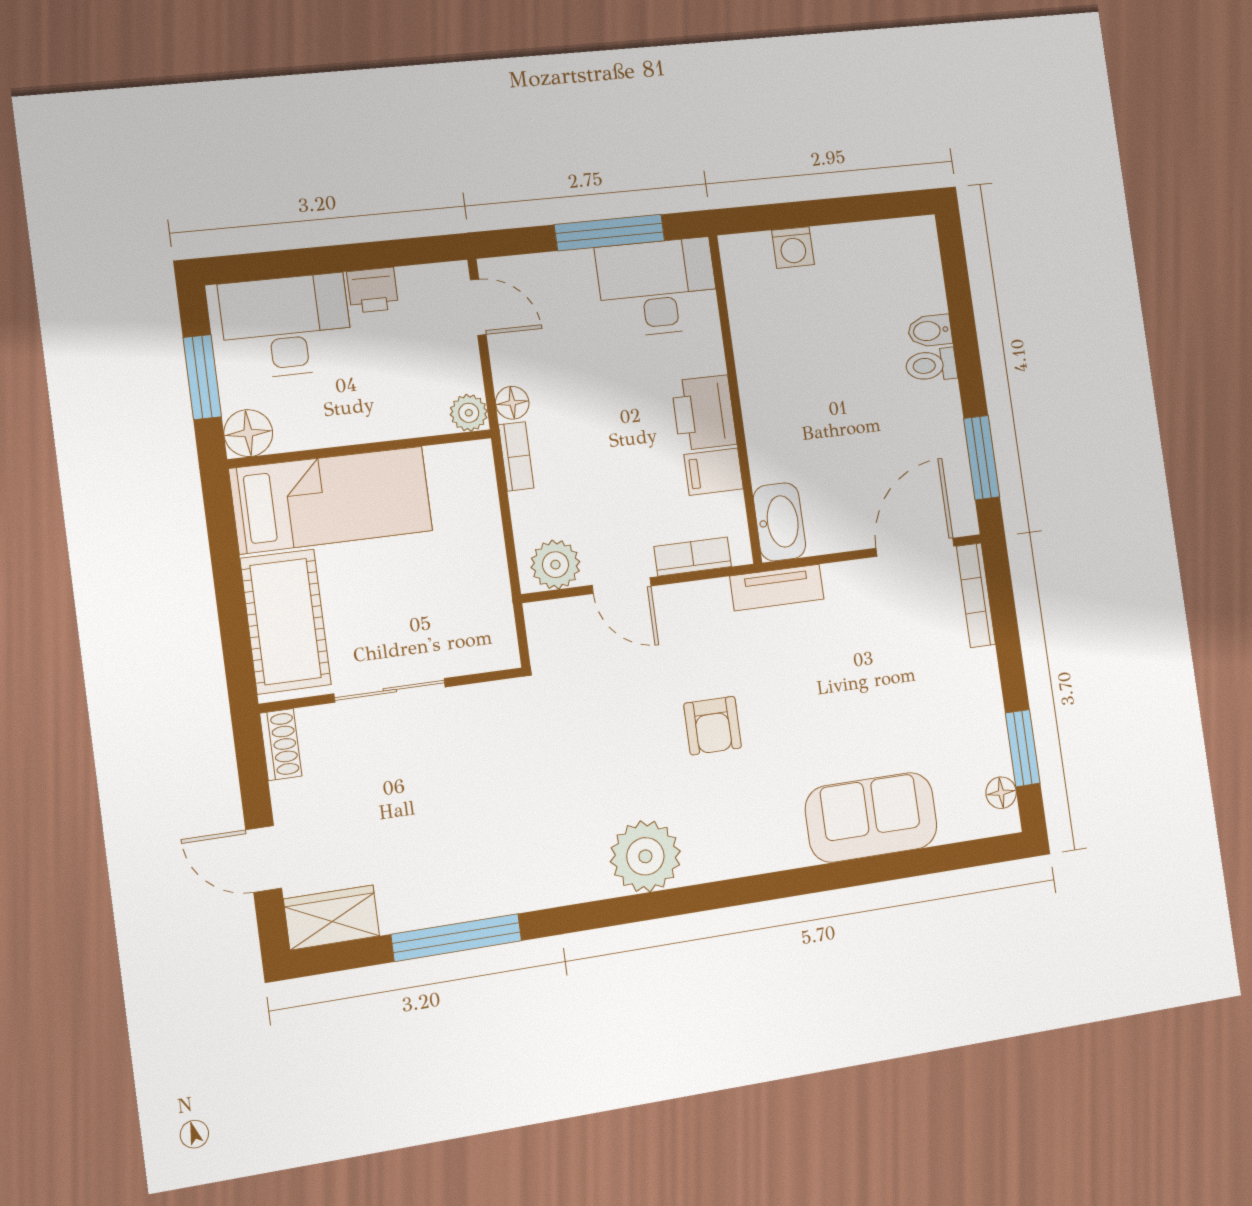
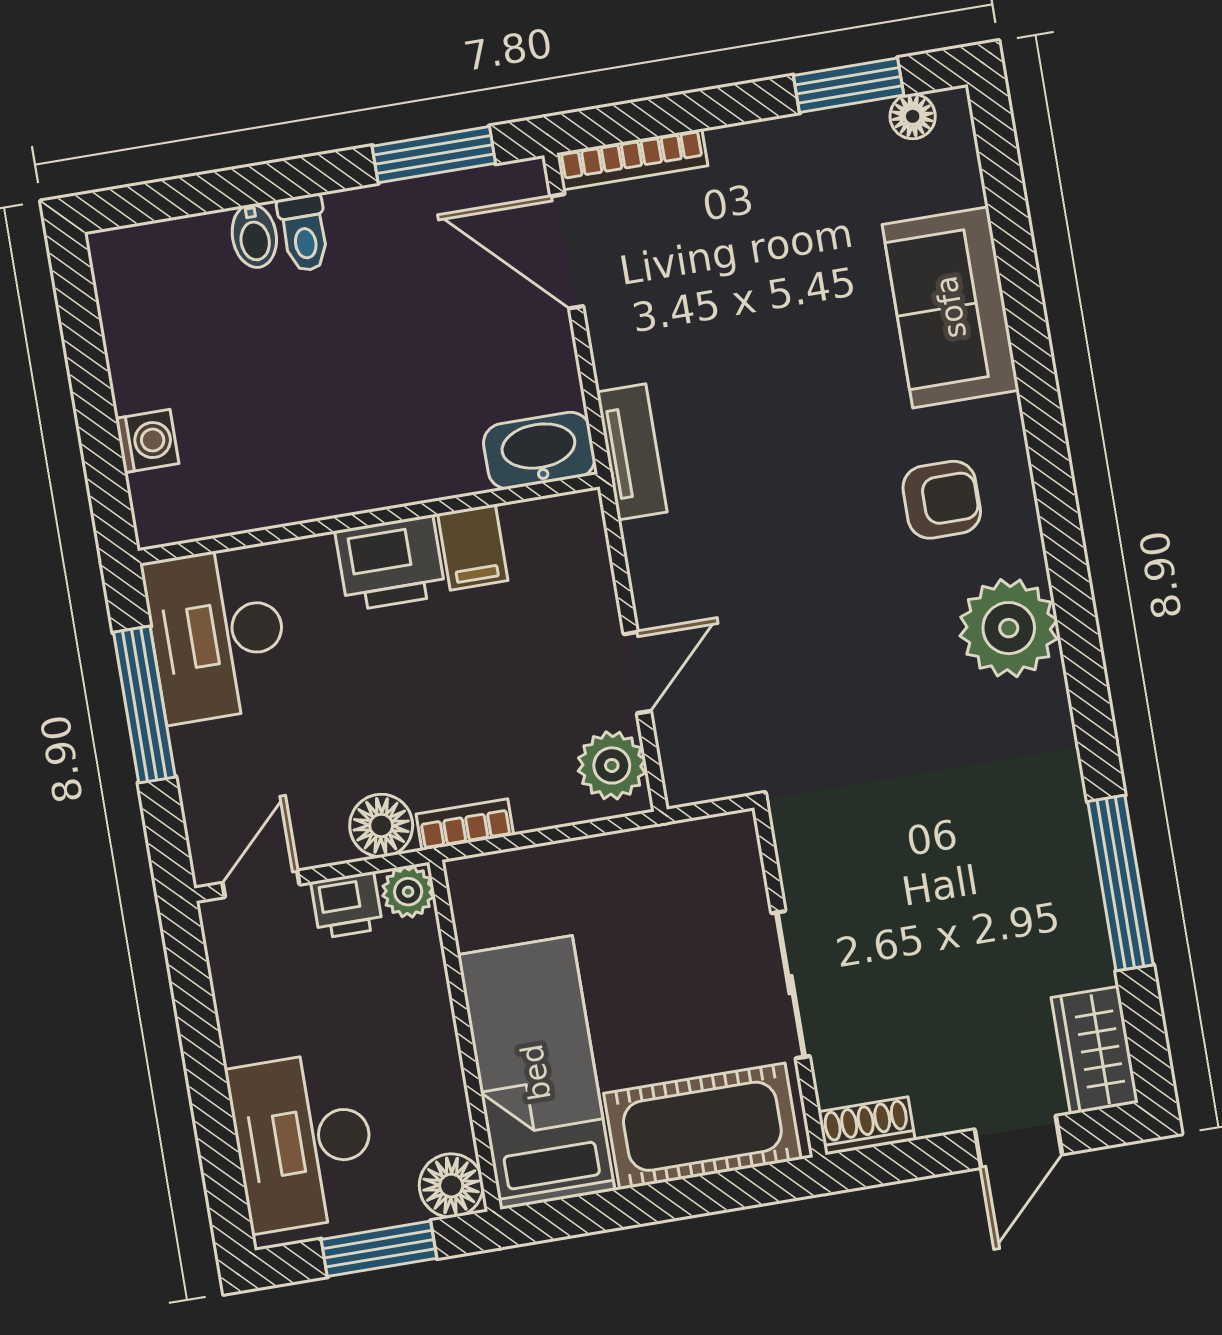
printer: (373, 290) -> (347, 905), moved, turned 90
floor lamp: (512, 403) -> (381, 826), width x1.37, depth x1.37
bookcase: (693, 557) -> (593, 574), removed
armchair: (713, 726) -> (942, 500), moved

